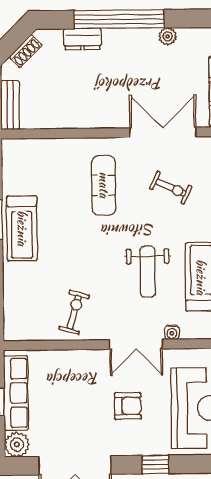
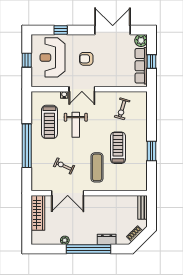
treadmill: (22, 228) -> (118, 148), moved
weight bench: (148, 272) -> (76, 125), turned 180
exercise bike: (74, 312) -> (122, 109), moved
double door: (136, 344) -> (82, 89), swing flipped
window: (155, 464) -> (61, 30), moved

